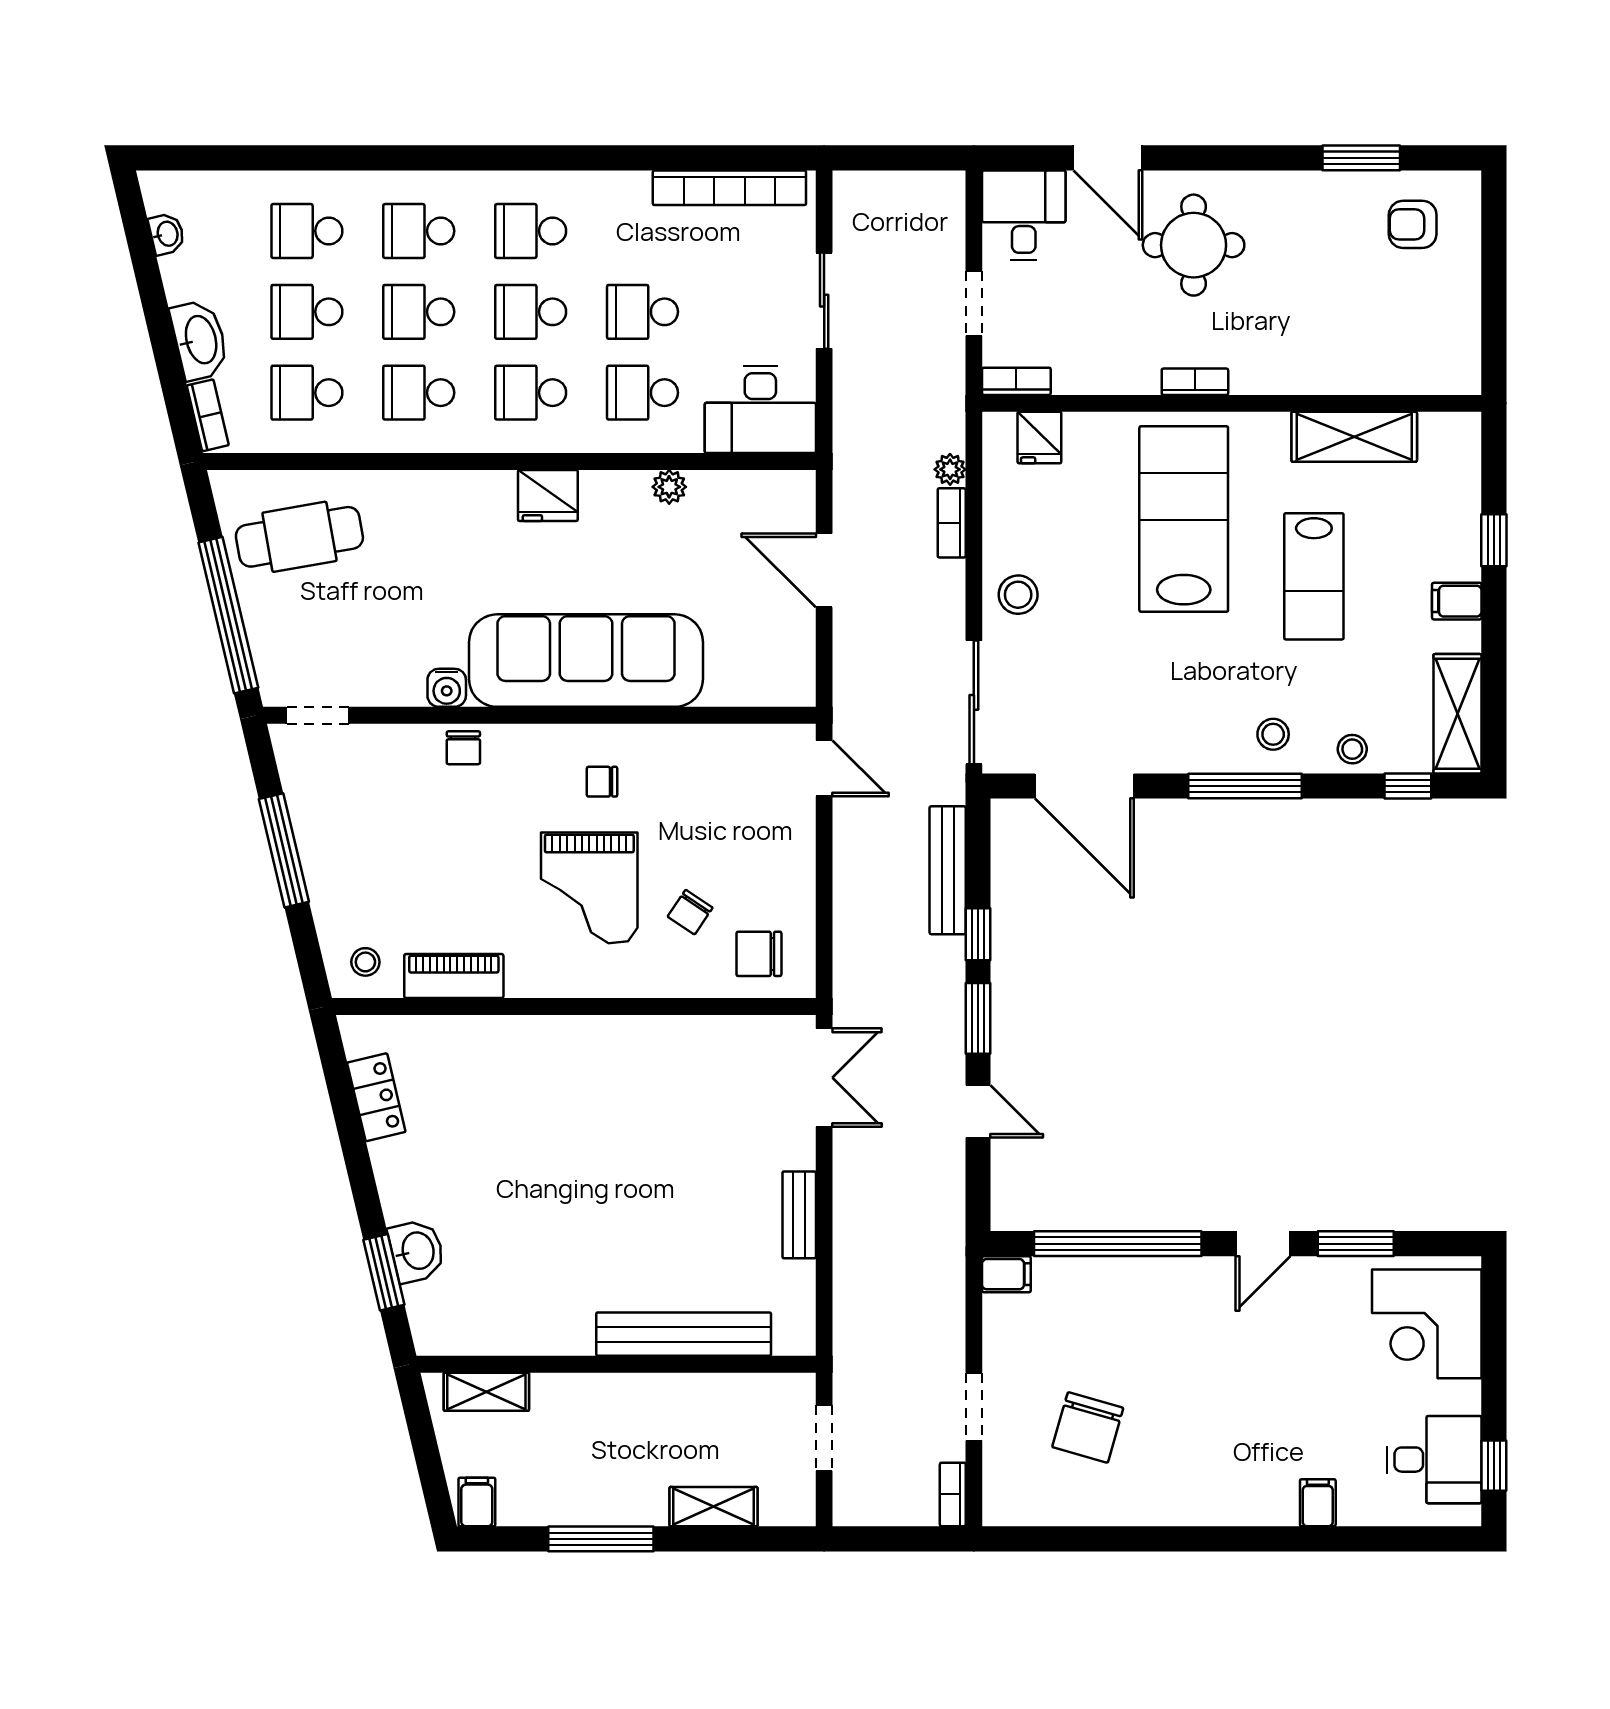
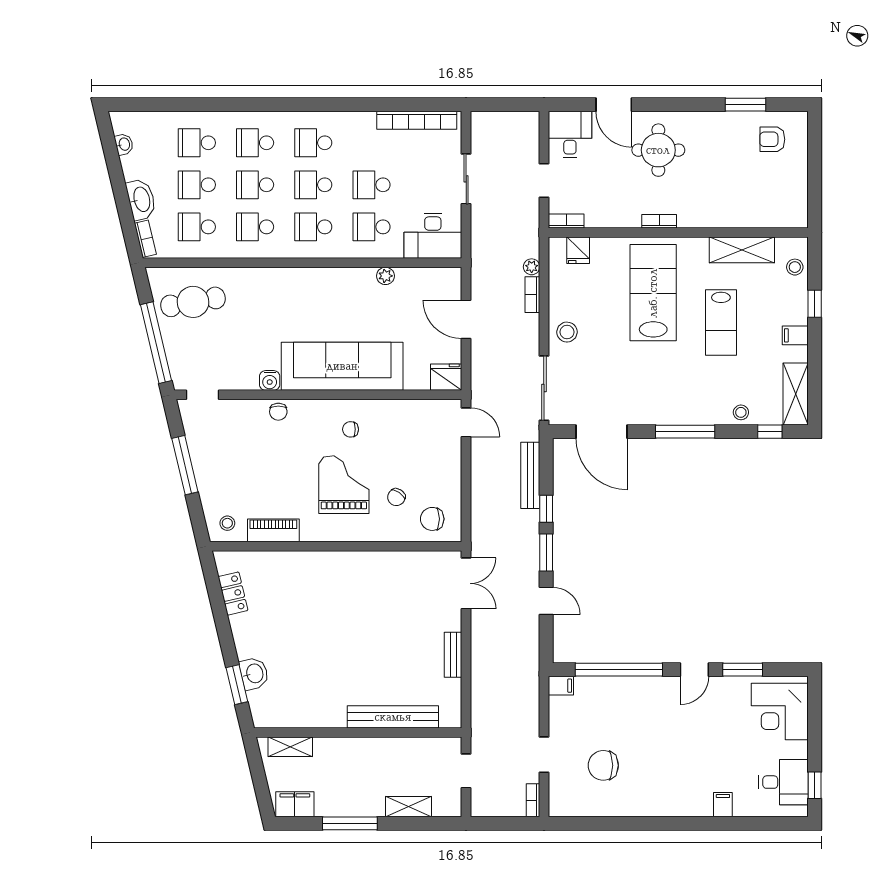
fridge: (548, 496) -> (446, 377), moved, turned 180
stool: (1273, 734) -> (795, 267), moved
grand piano: (589, 888) -> (344, 485), turned 180
chair: (1088, 1427) -> (603, 765), turned 74
filing cabinet: (477, 1502) -> (295, 804), width x2.00

